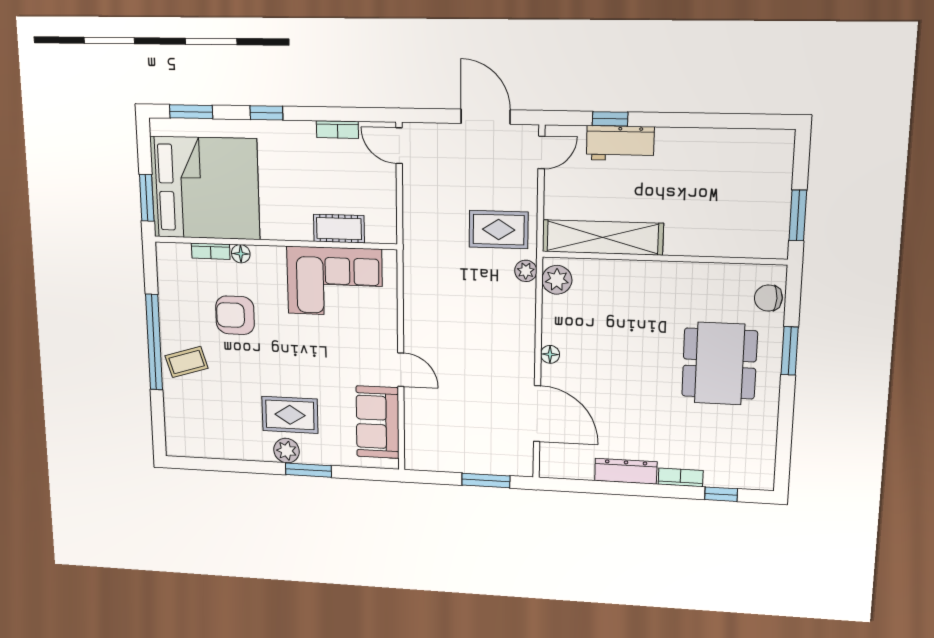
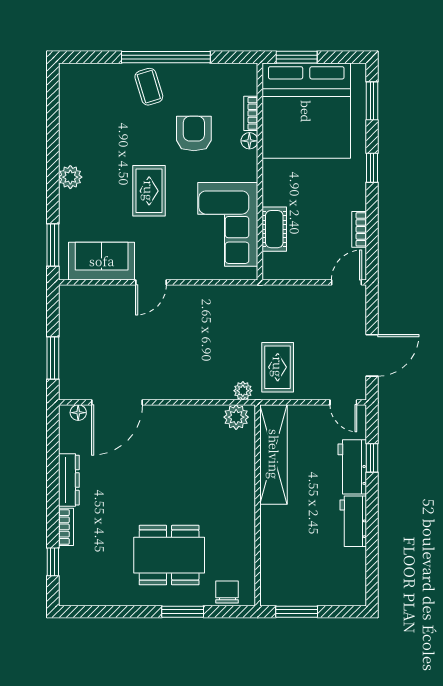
workbench: (688, 143) -> (353, 521), added
floor lamp: (550, 354) -> (78, 413), moved
rug: (290, 415) -> (149, 191), moved
window: (308, 470) -> (53, 245), moved

